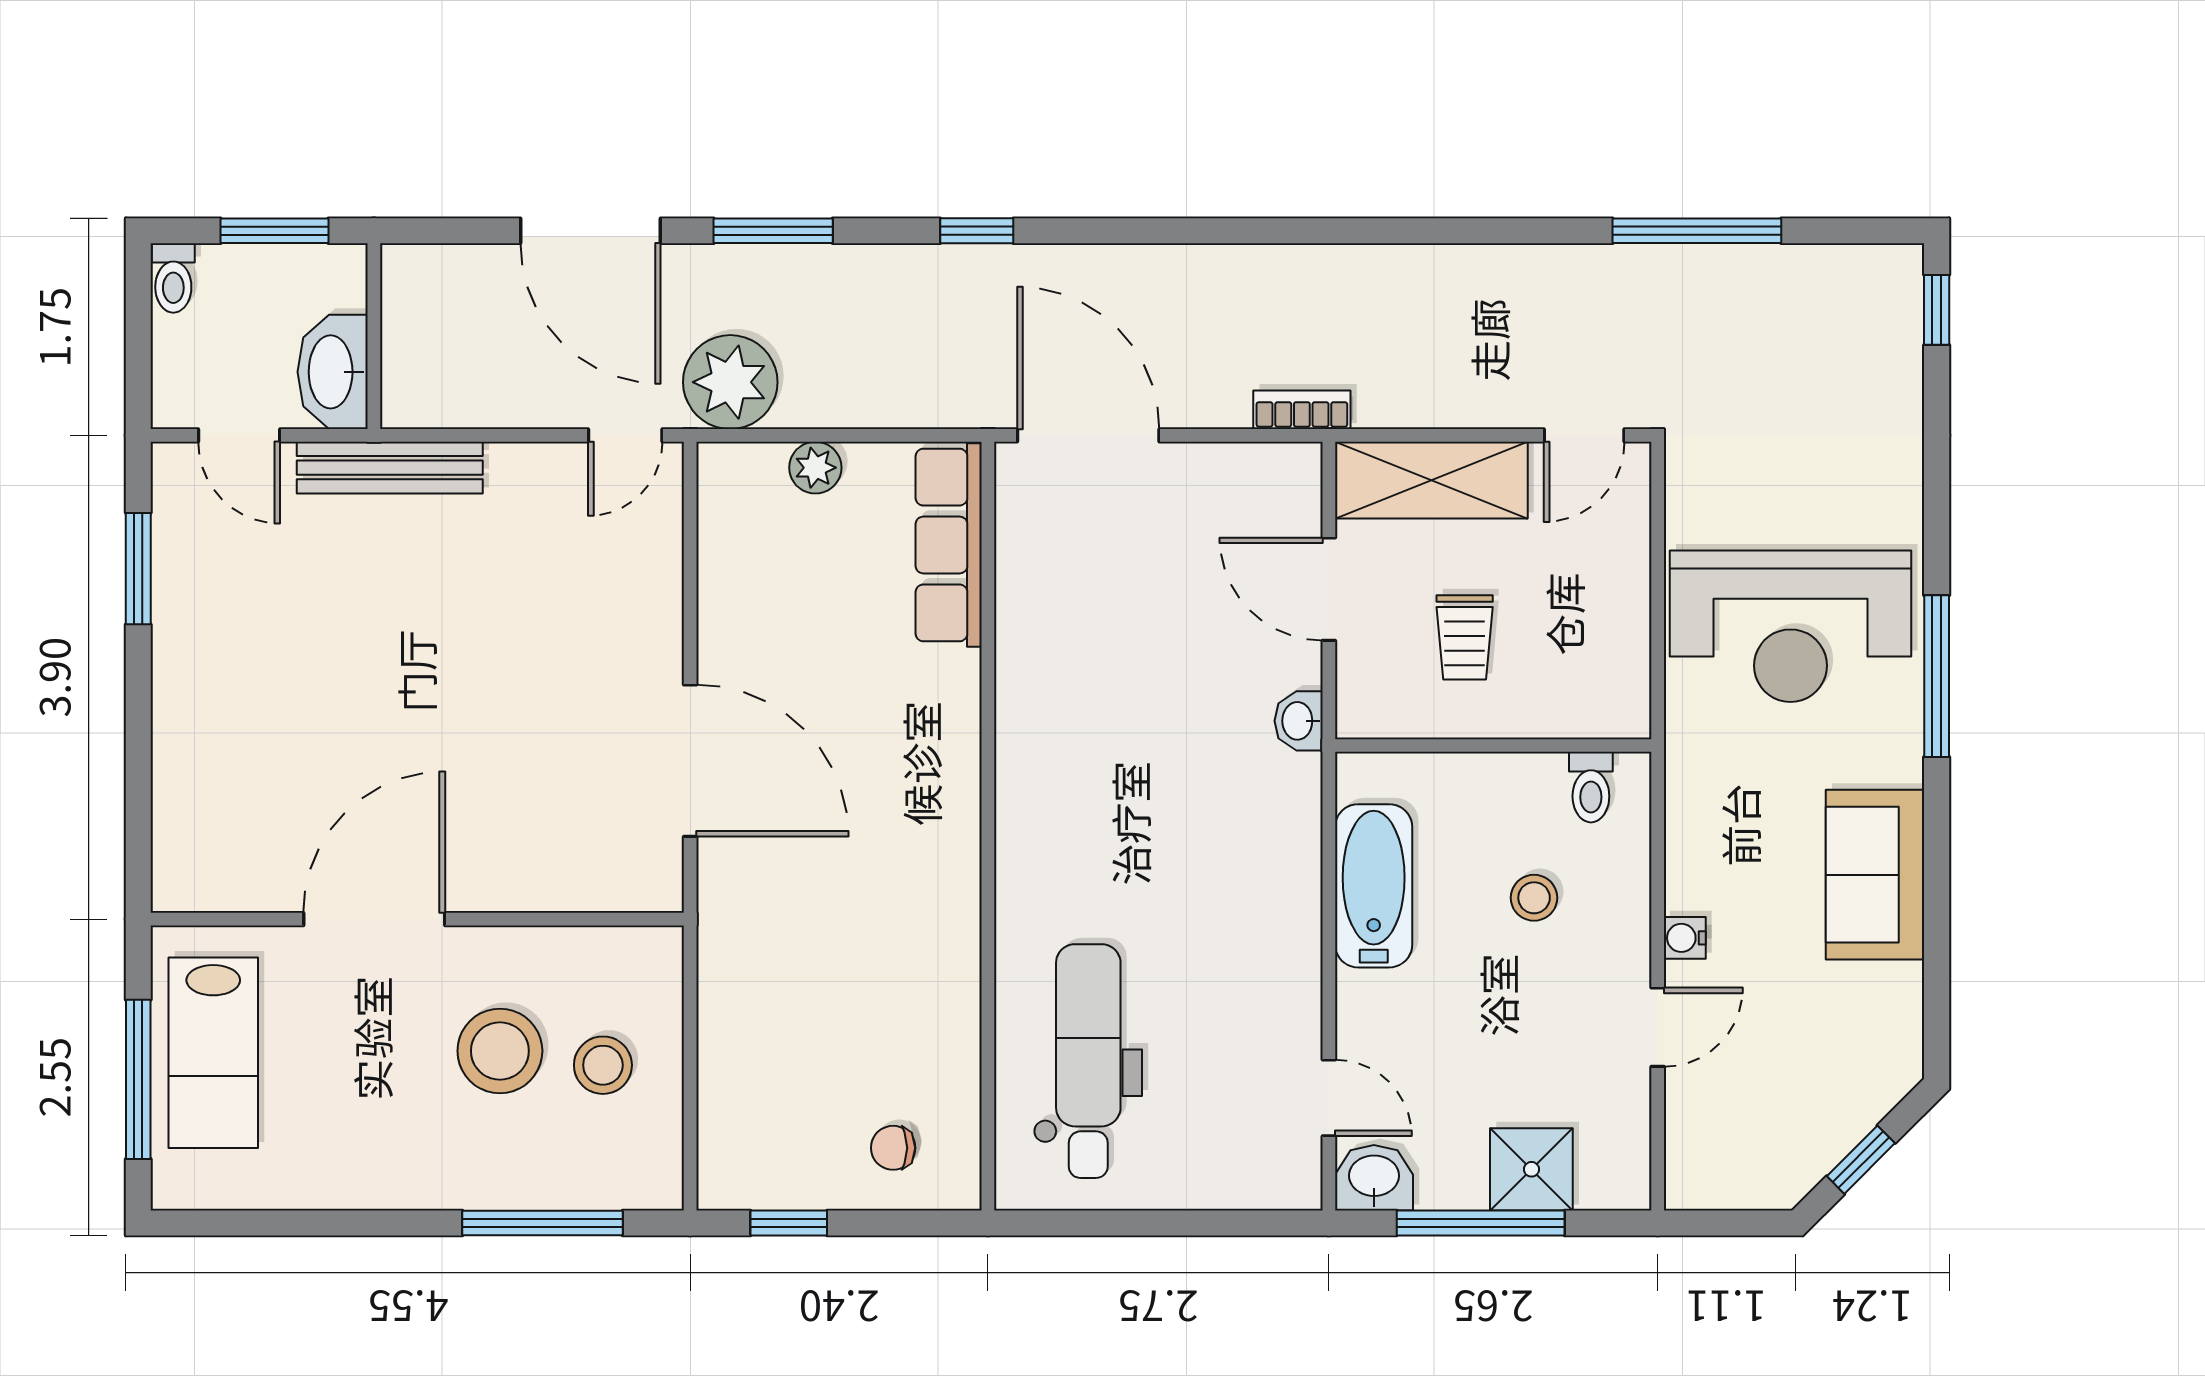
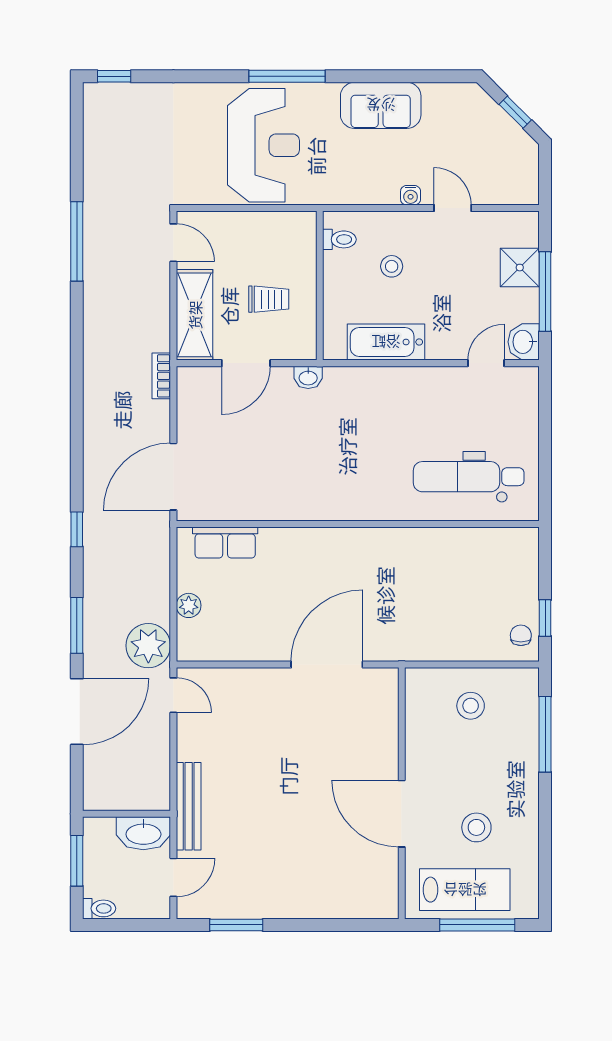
window: (1697, 231) -> (77, 241), moved
row of seats: (949, 545) -> (225, 543), width x0.68
stool: (500, 1051) -> (476, 827), moved, width x0.73, depth x0.73
chair: (893, 1148) -> (521, 635), moved, turned 180

